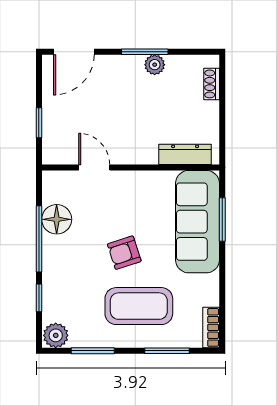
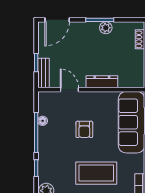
bench: (51, 140) -> (44, 73), added
dresser: (185, 154) -> (102, 82), moved
floor lamp: (57, 219) -> (43, 121), width x0.53, depth x0.53
armchair: (124, 253) -> (84, 129), moved, turned -72

